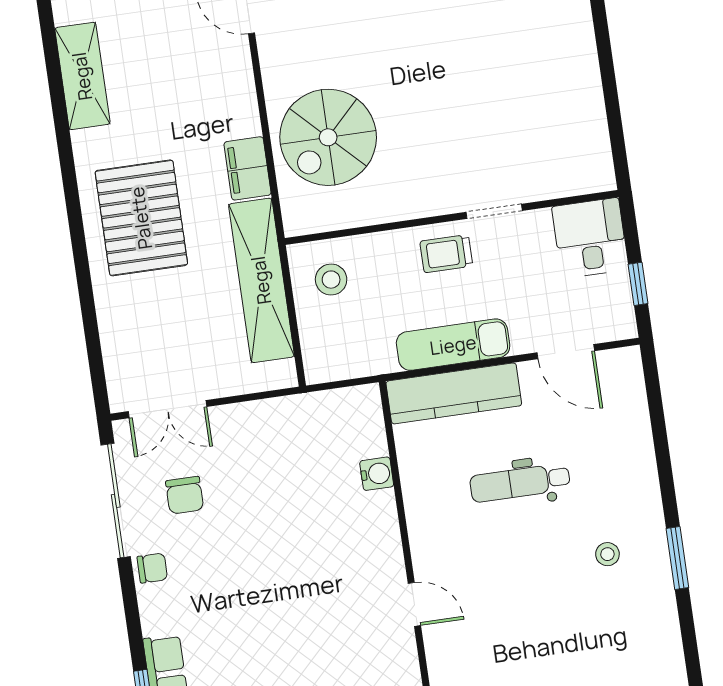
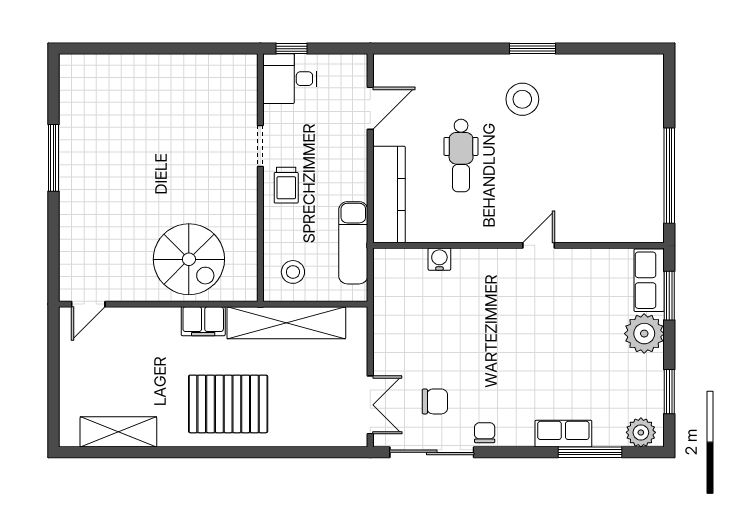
window: (638, 284) -> (292, 49), moved
exam couch: (453, 345) -> (353, 243), moved
stool: (607, 554) -> (522, 99), width x1.89, depth x1.89

